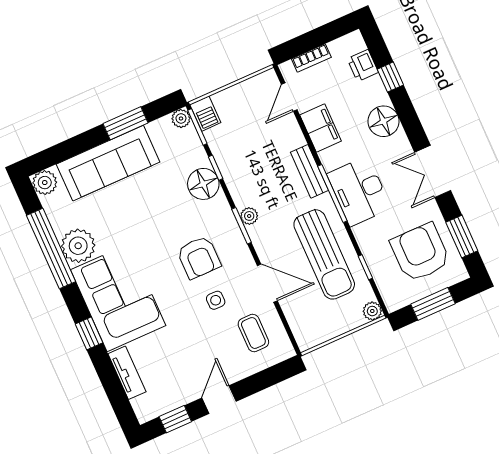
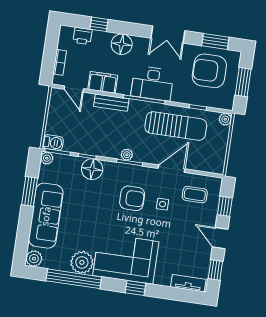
bench: (309, 171) -> (111, 103), moved
tv unit: (127, 373) -> (188, 283), moved
window: (263, 380) -> (225, 206), added

